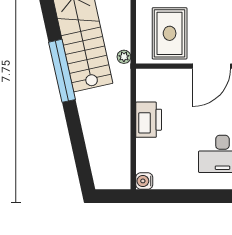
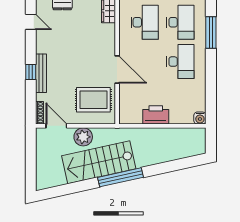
plant: (124, 57) -> (83, 137), moved, width x1.88, depth x1.88

